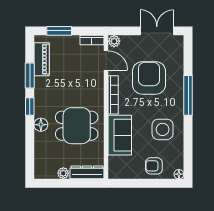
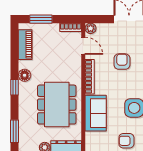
window: (30, 76) -> (15, 131), moved
armchair: (149, 78) -> (122, 62), width x0.53, depth x0.53
floor lamp: (41, 125) -> (25, 75), moved
dining table: (77, 126) -> (57, 105), width x1.38

